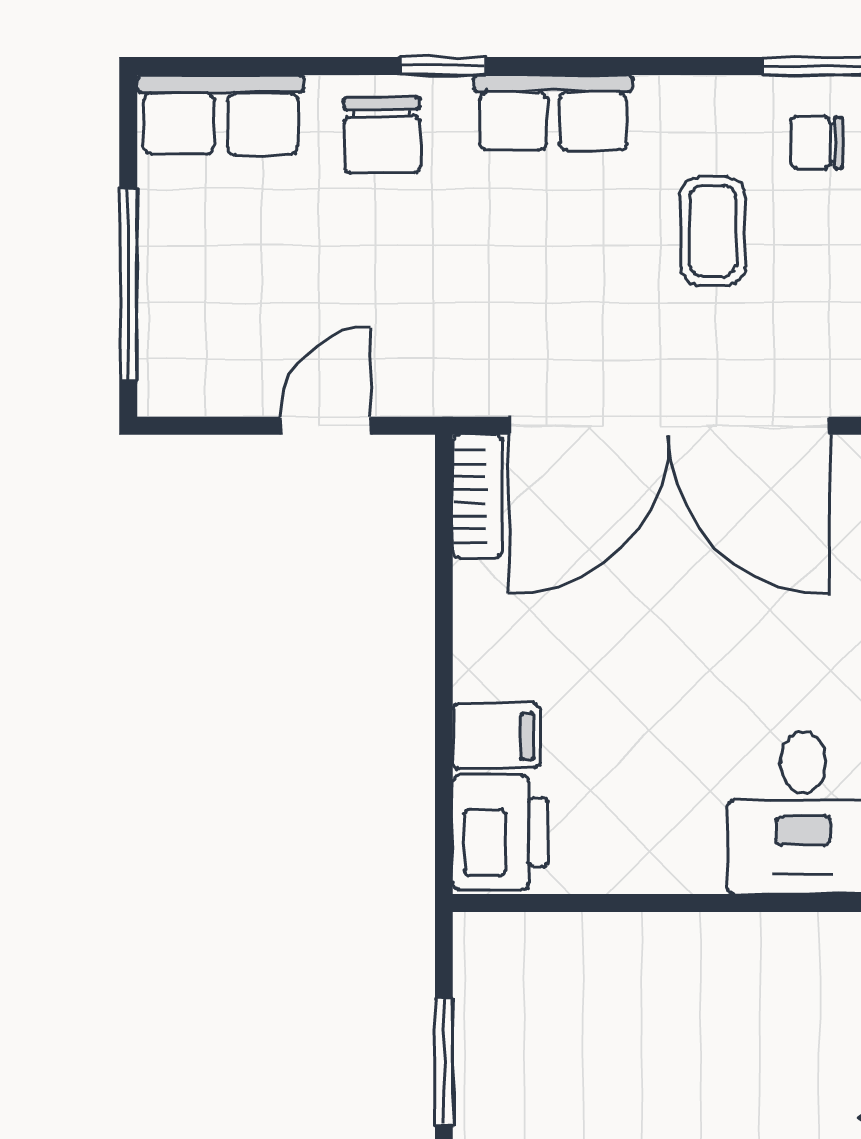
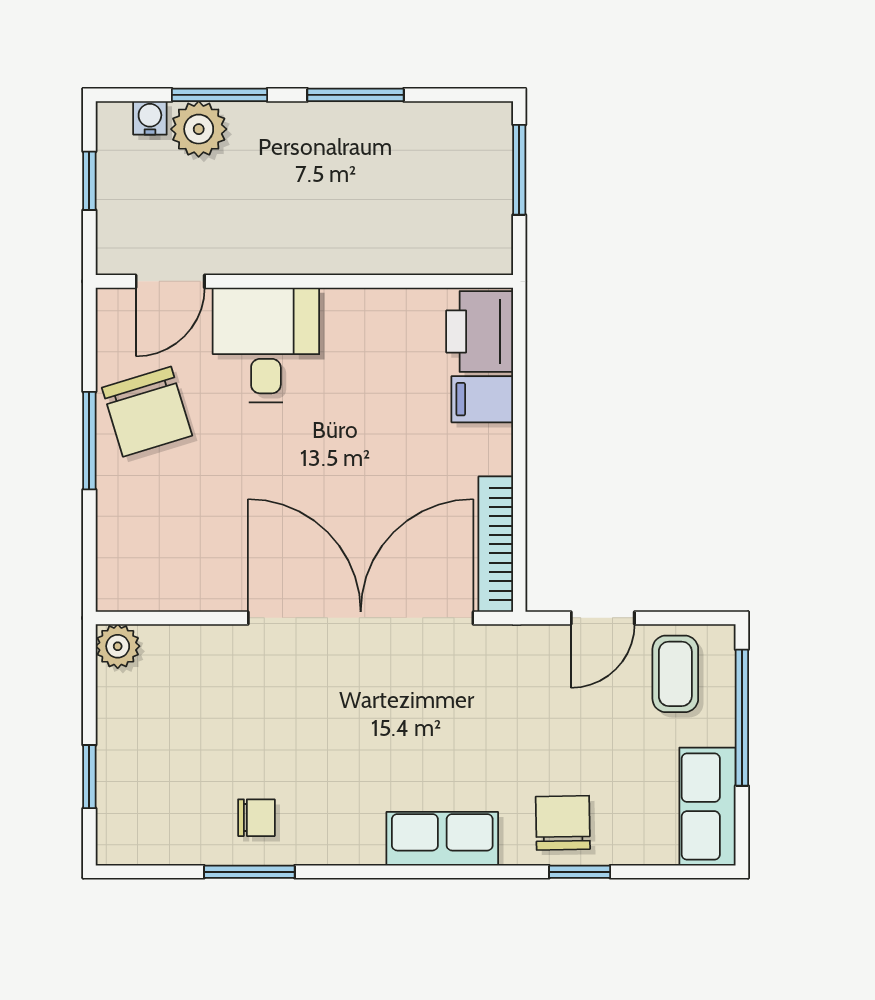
window: (443, 66) -> (580, 872), moved
row of seats: (221, 115) -> (708, 807), moved, turned -90
coffee table: (713, 231) -> (675, 674), moved
bookcase: (477, 496) -> (496, 544), width x1.56

